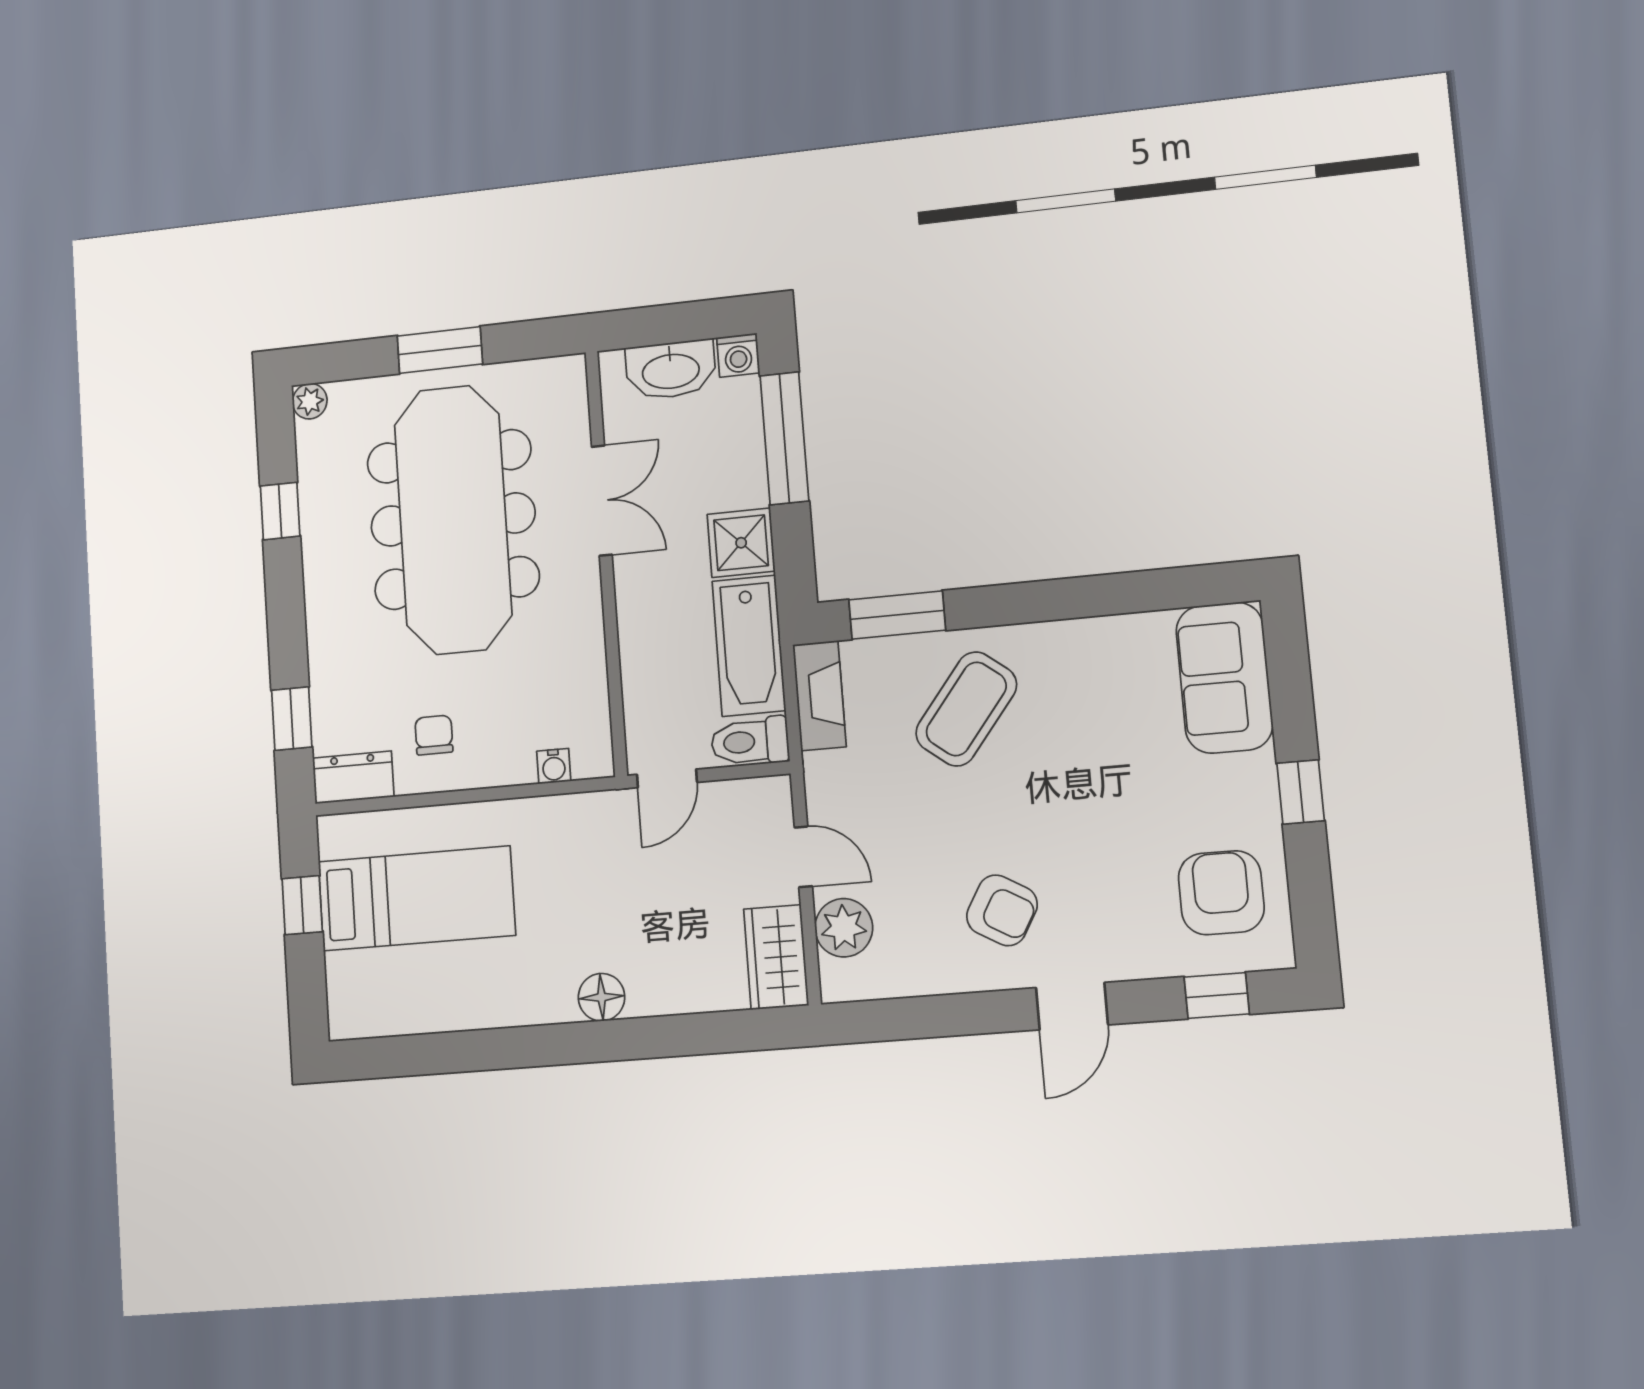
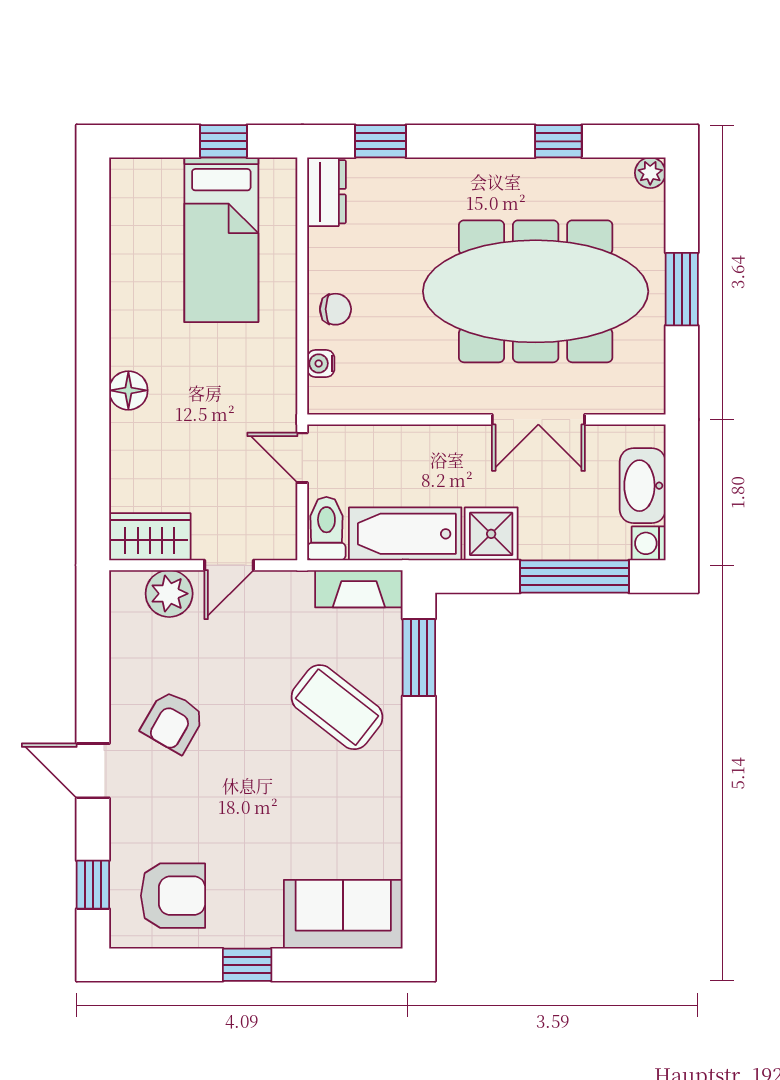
chair: (434, 735) -> (335, 309), moved

